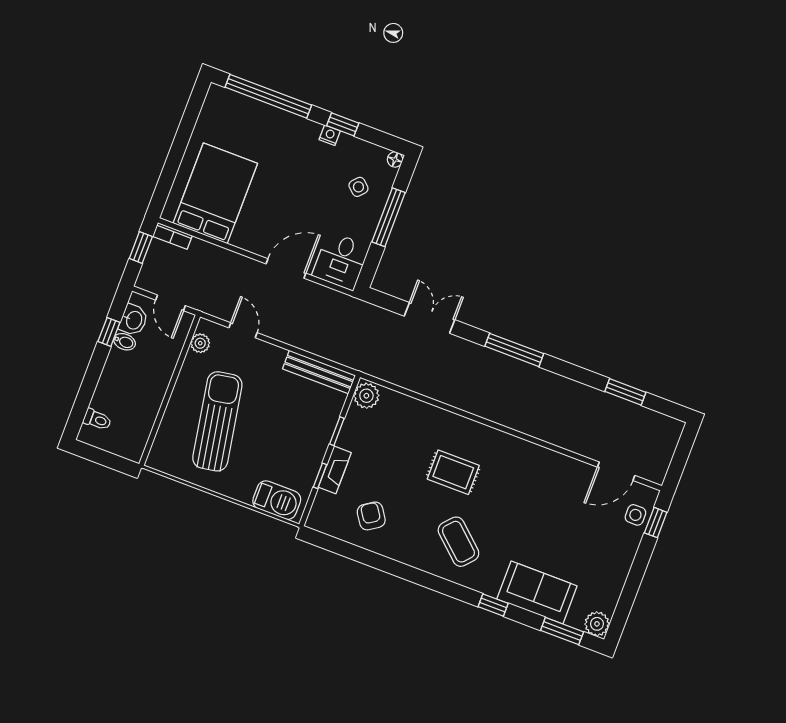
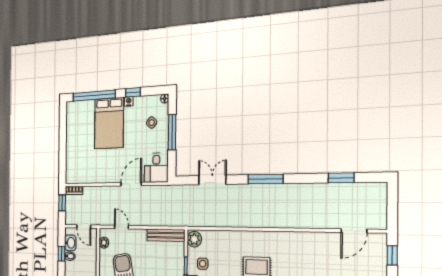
bed: (215, 193) -> (109, 123), moved, turned 180
side table: (635, 515) -> (203, 264), moved

